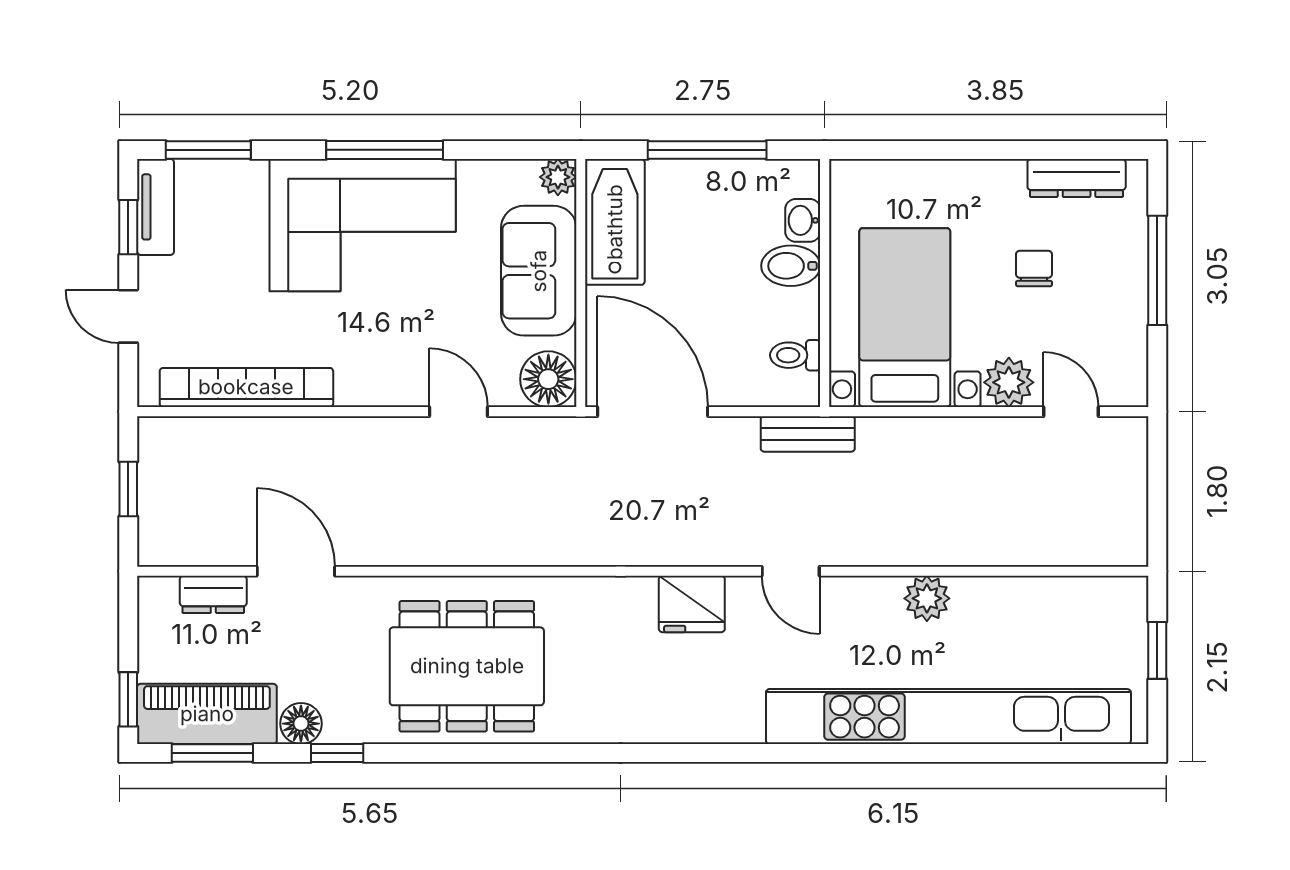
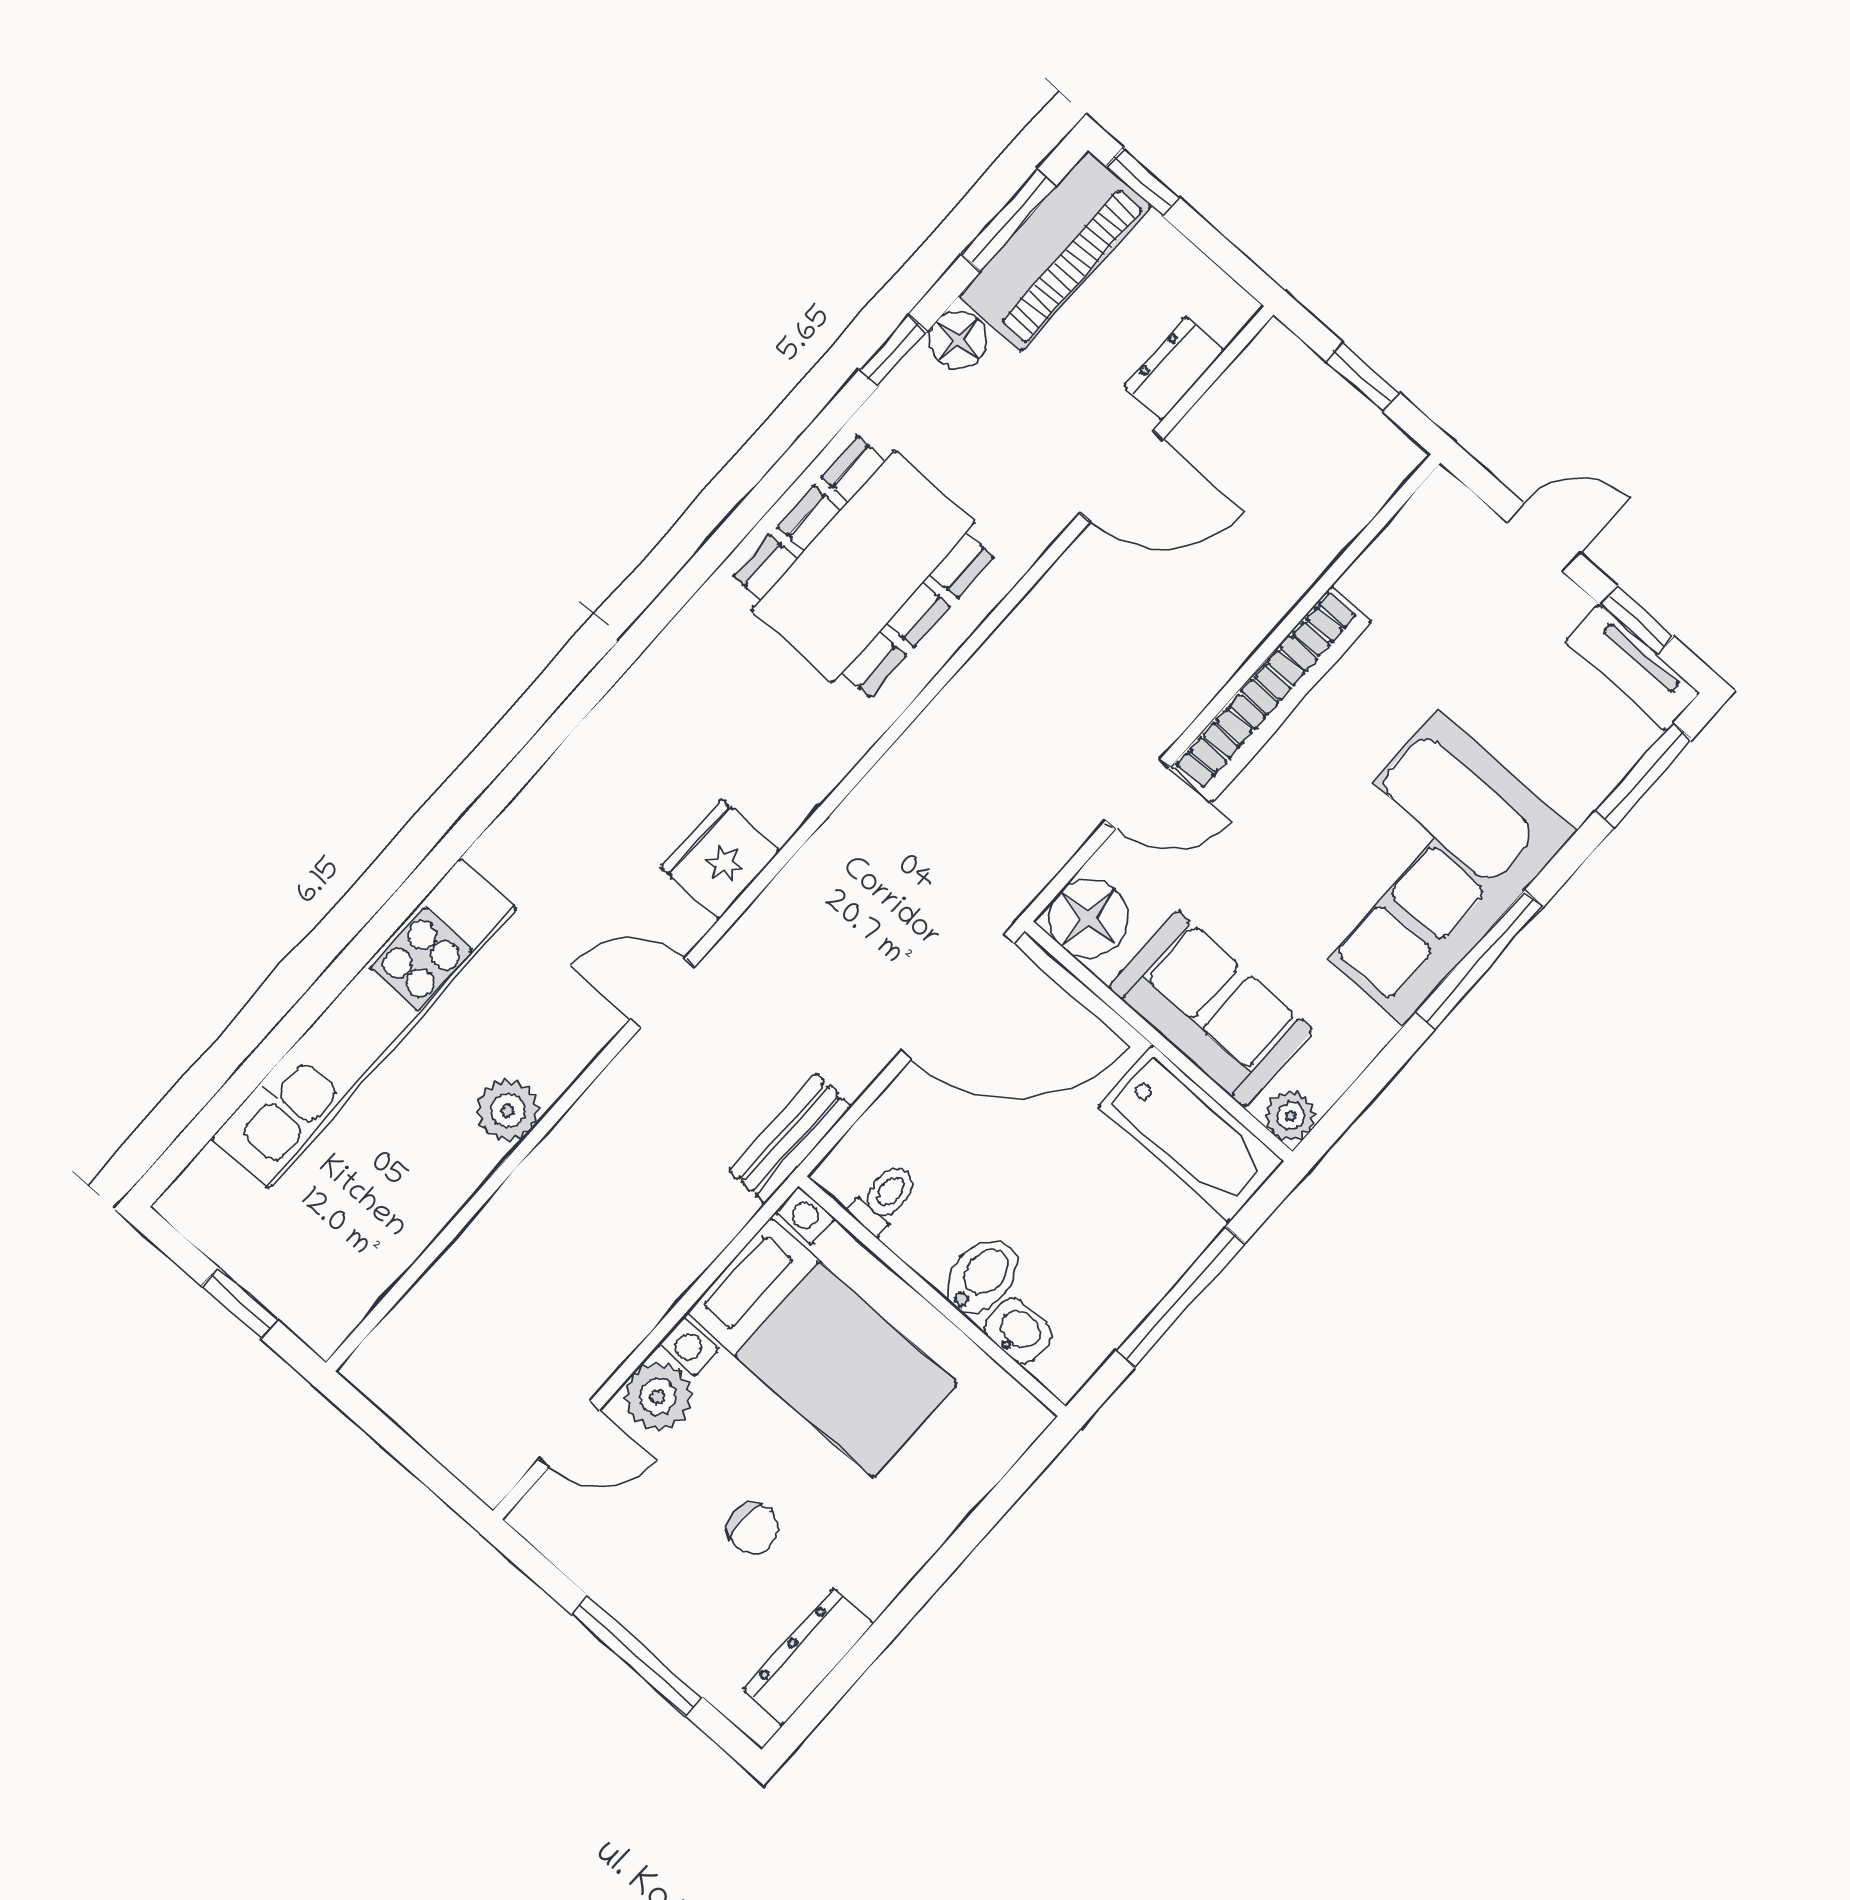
bookcase: (246, 387) -> (1271, 694), moved
kitchen unit: (948, 717) -> (364, 1023), width x0.73

